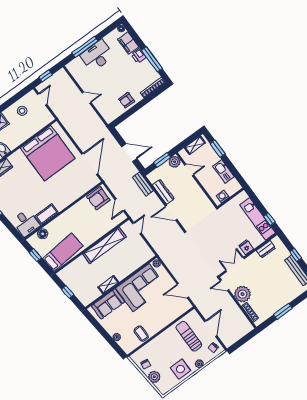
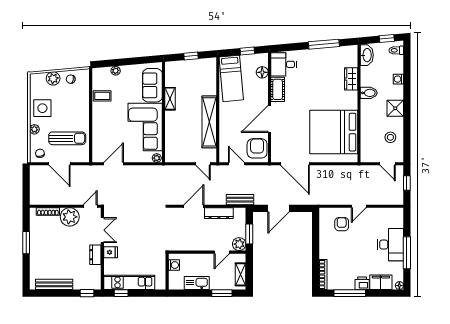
window: (85, 47) -> (407, 253), moved
armchair: (127, 100) -> (342, 224), moved
door: (71, 205) -> (269, 119), added
dresser: (266, 249) -> (95, 255), moved
window: (296, 255) -> (87, 293), moved

